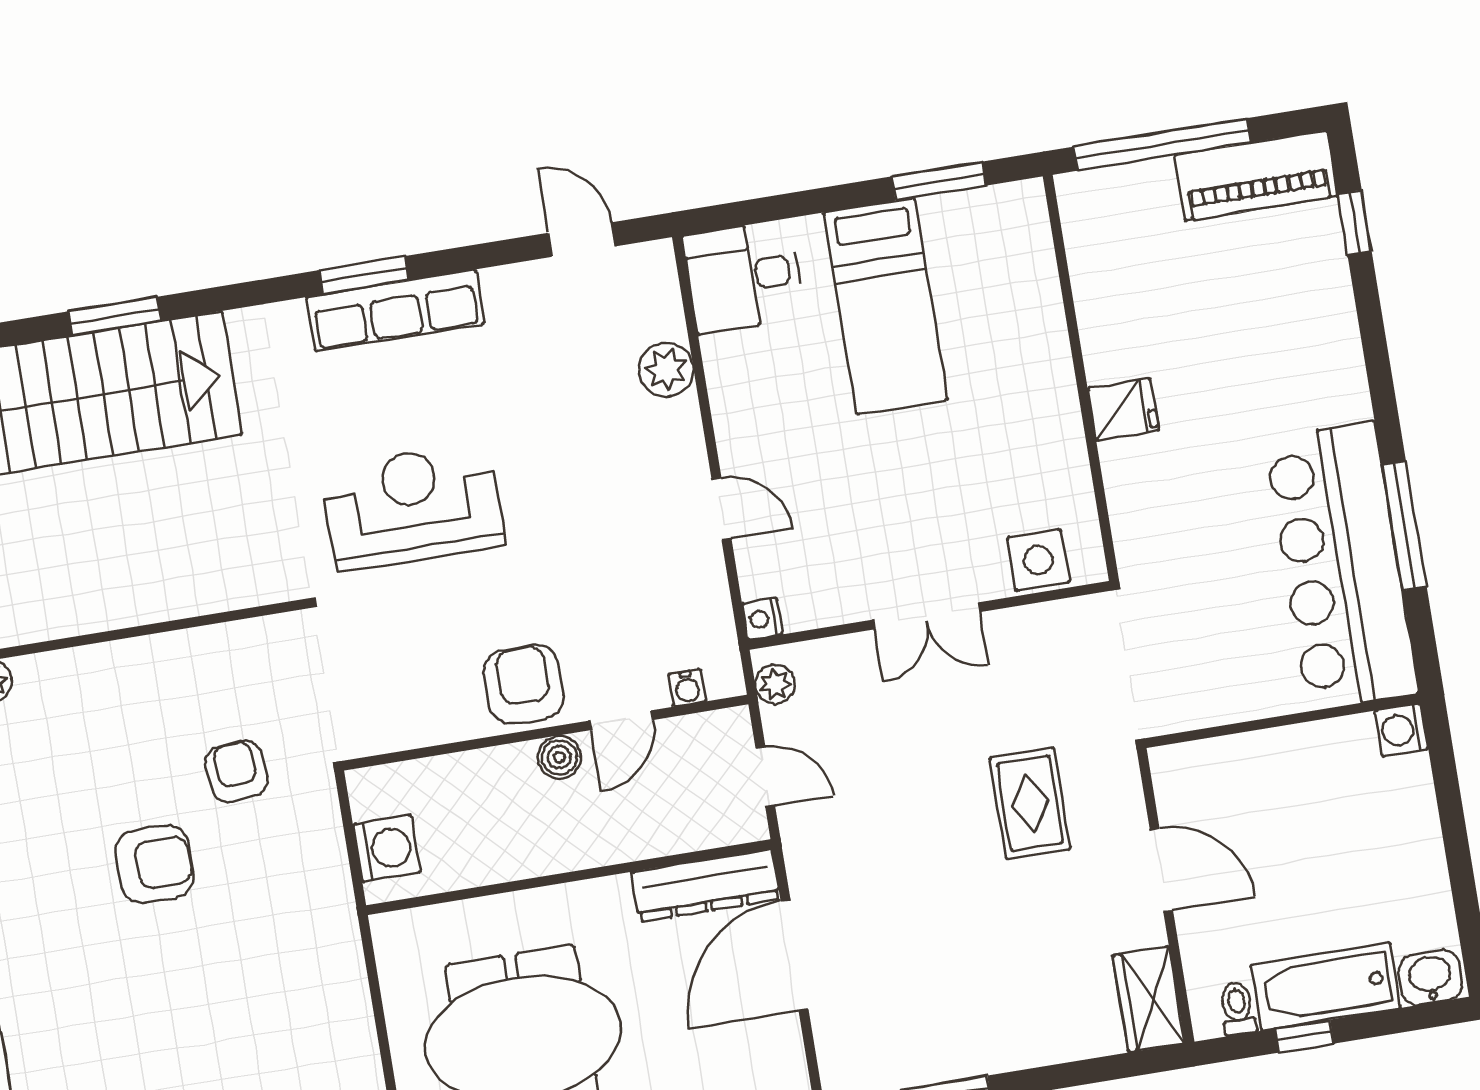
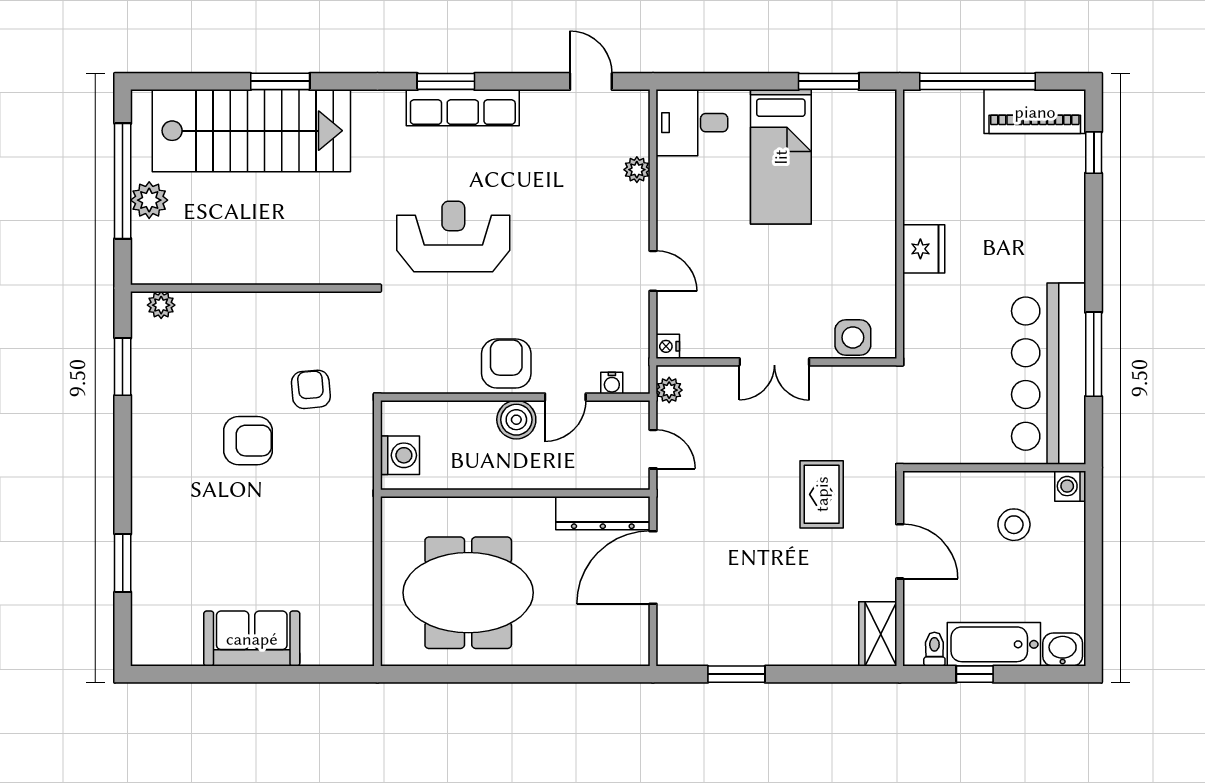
plant: (666, 369) -> (637, 170), width x0.73, depth x0.73
fridge: (1123, 409) -> (924, 249), width x1.38
boiler: (559, 757) -> (516, 420), width x1.36, depth x1.36
stool: (1326, 802) -> (1014, 525), added

